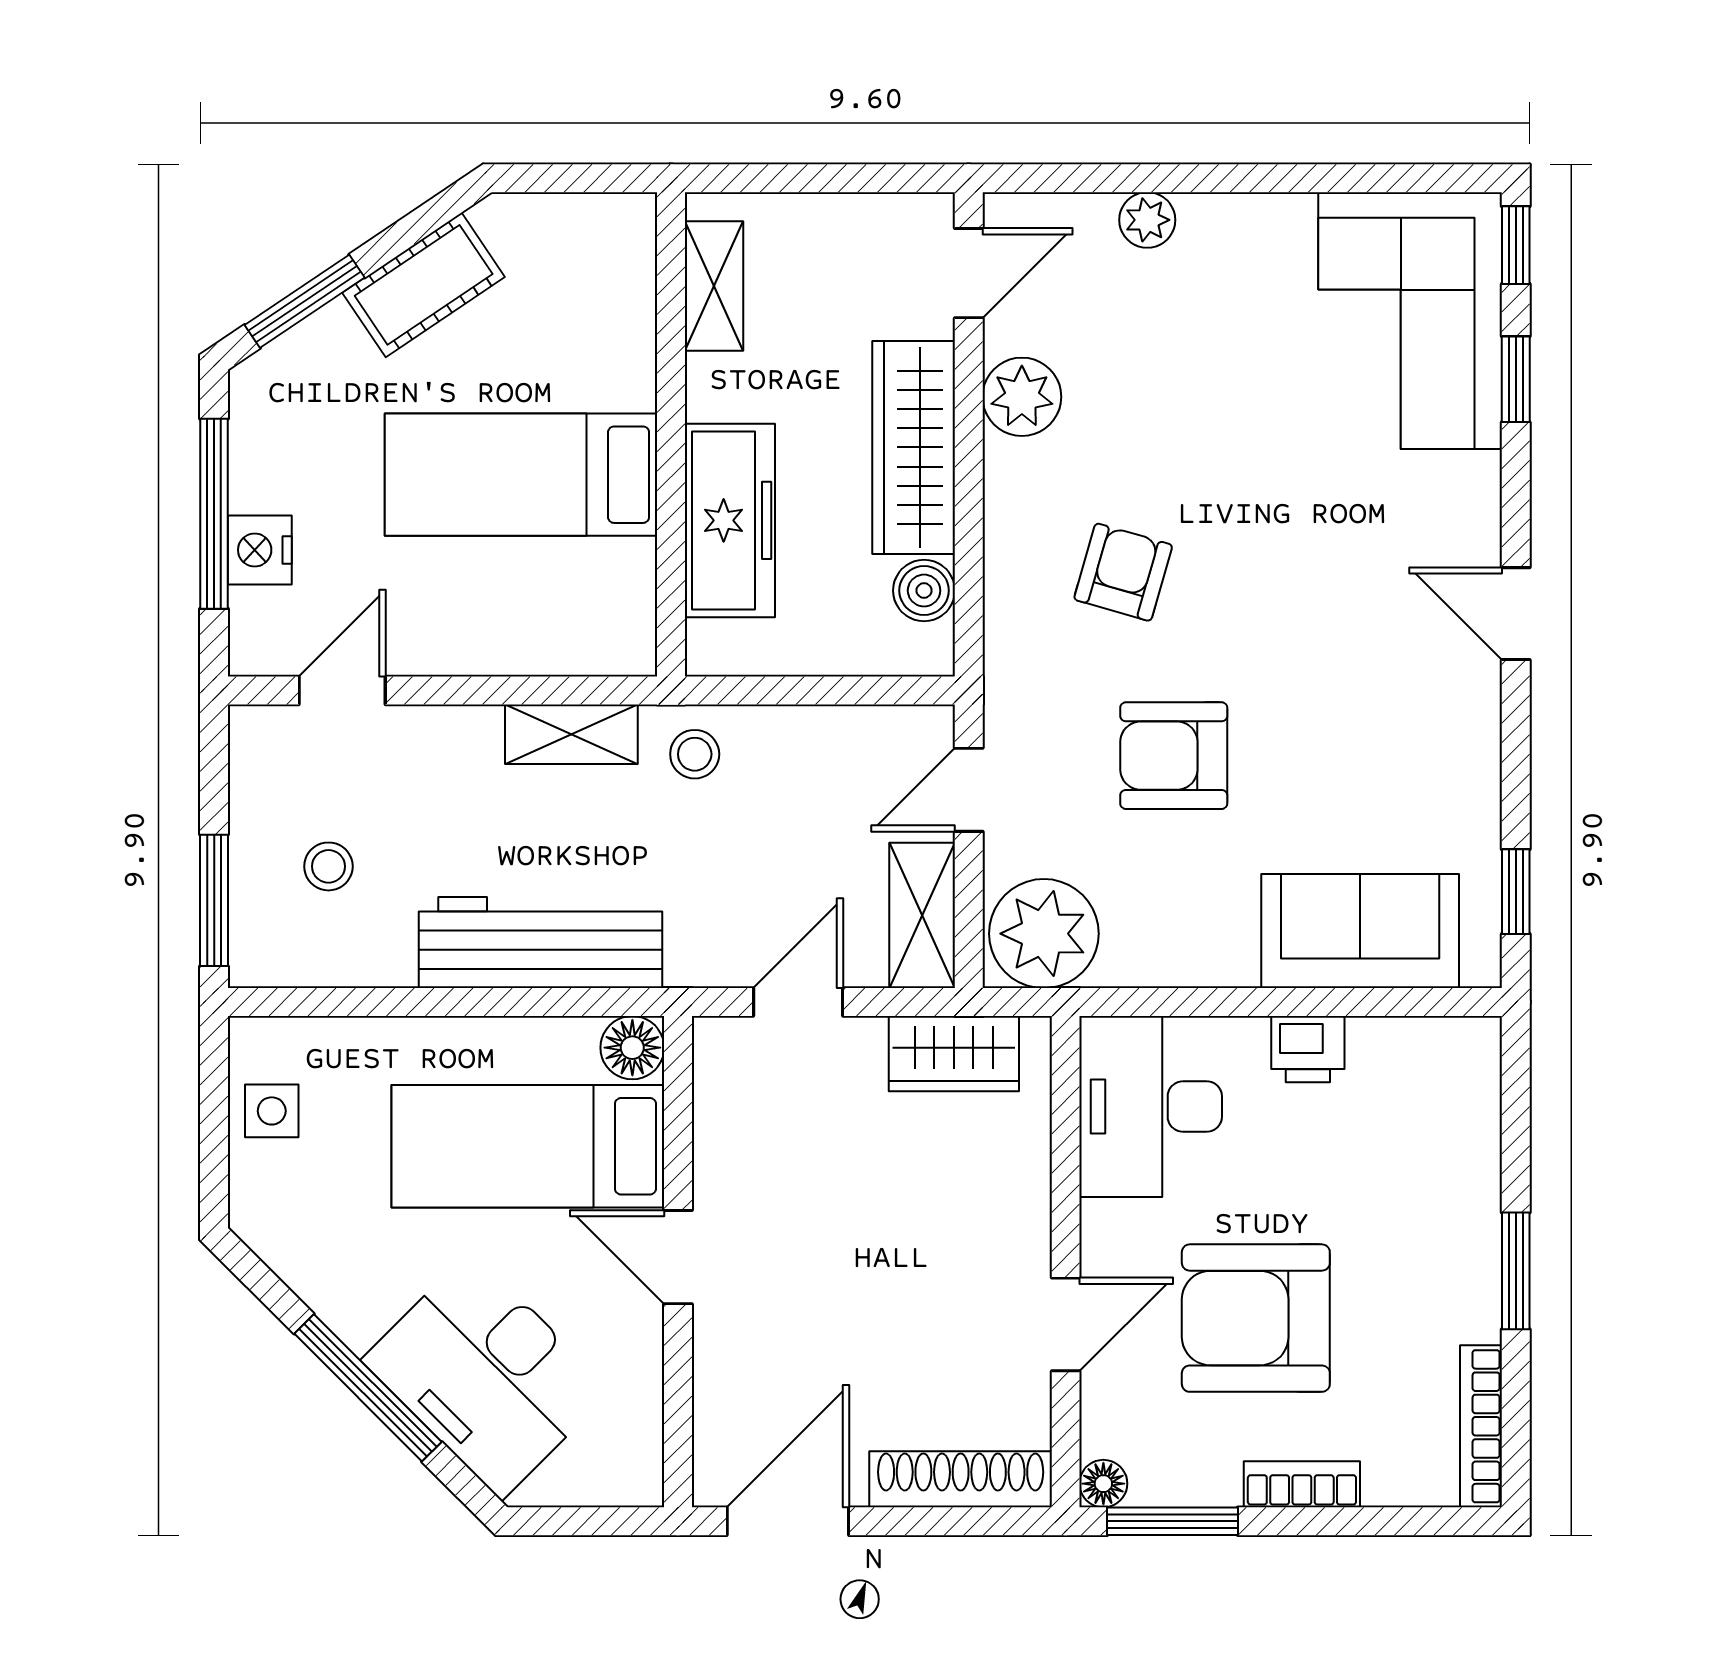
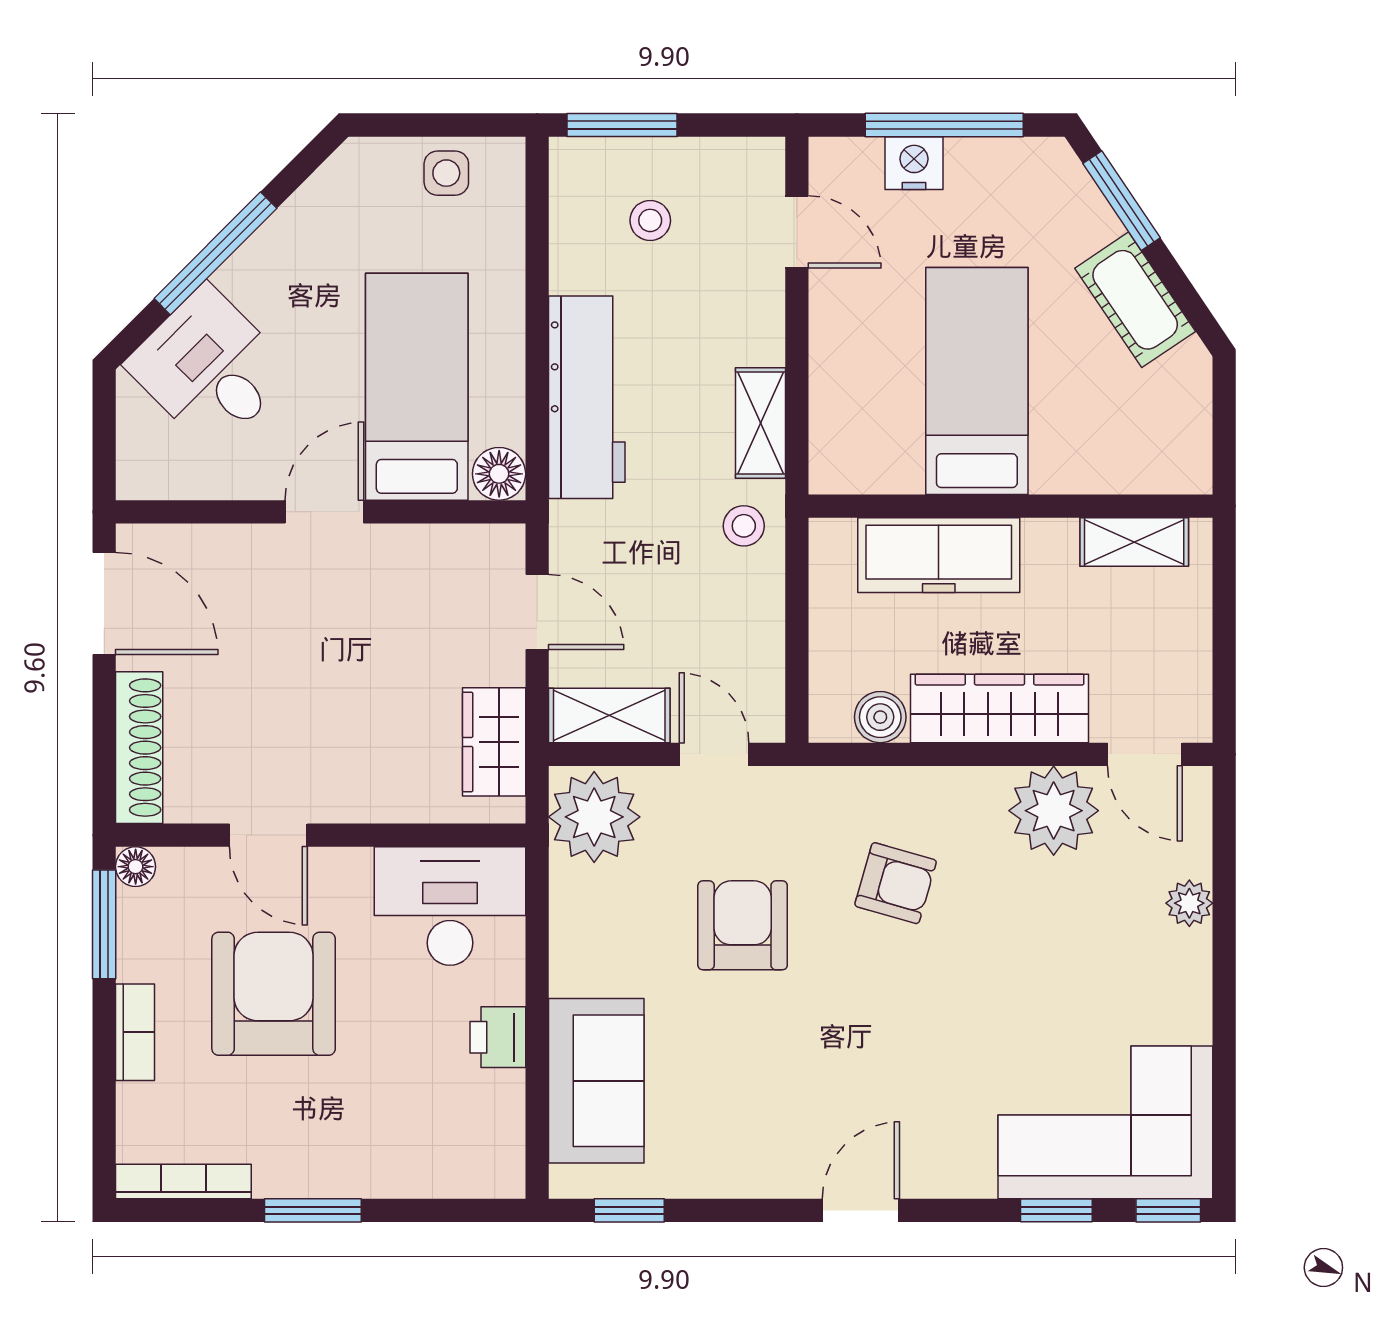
plant: (1022, 397) -> (1054, 811), width x1.36, depth x1.36
desk: (486, 1375) -> (210, 368), width x0.73

